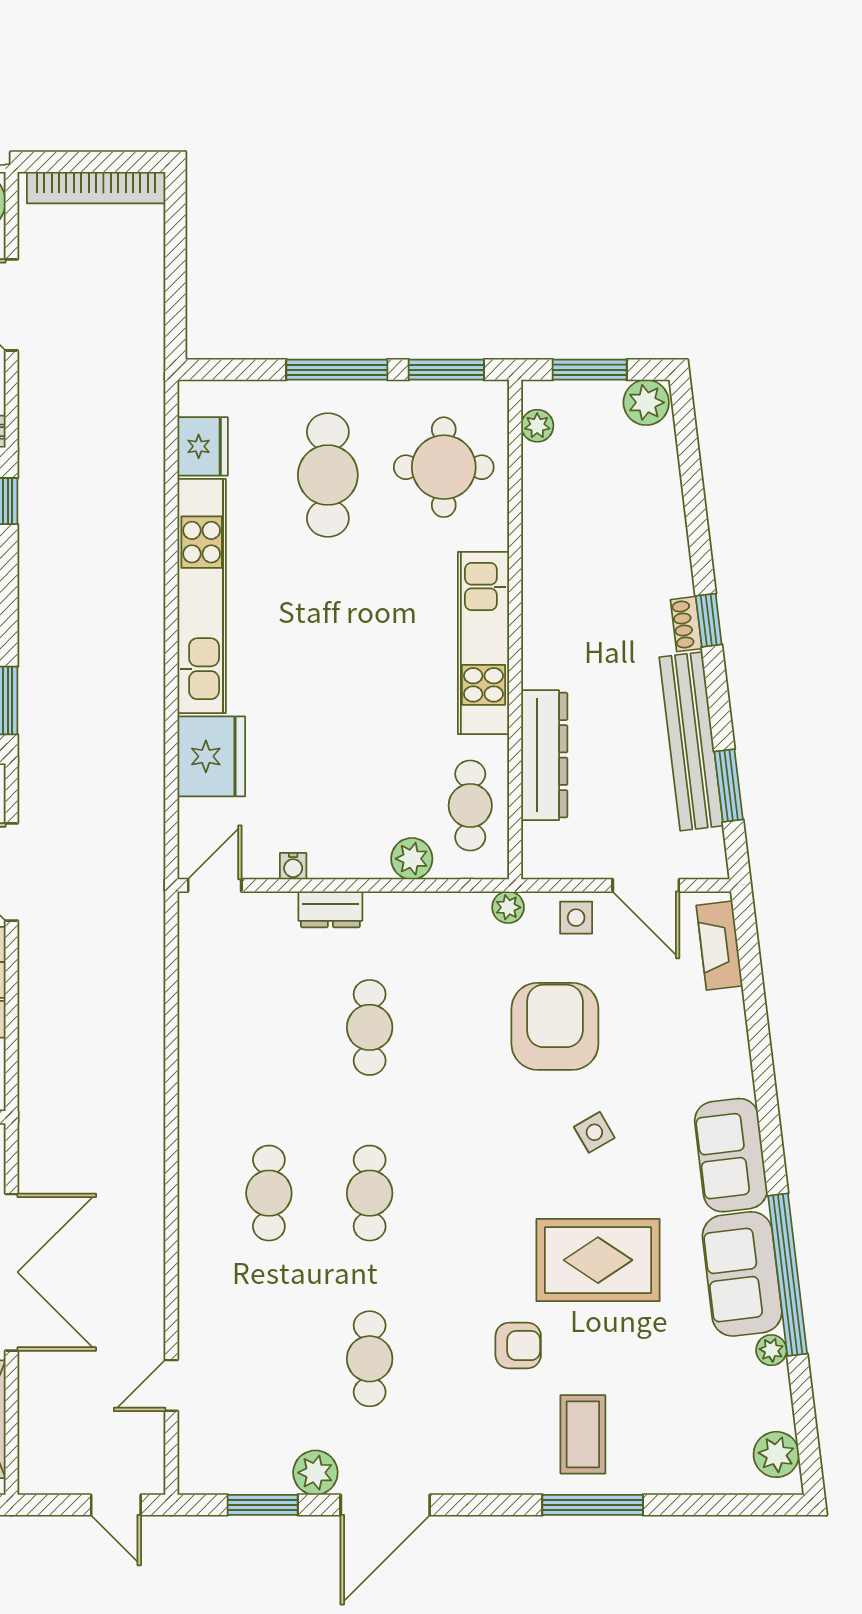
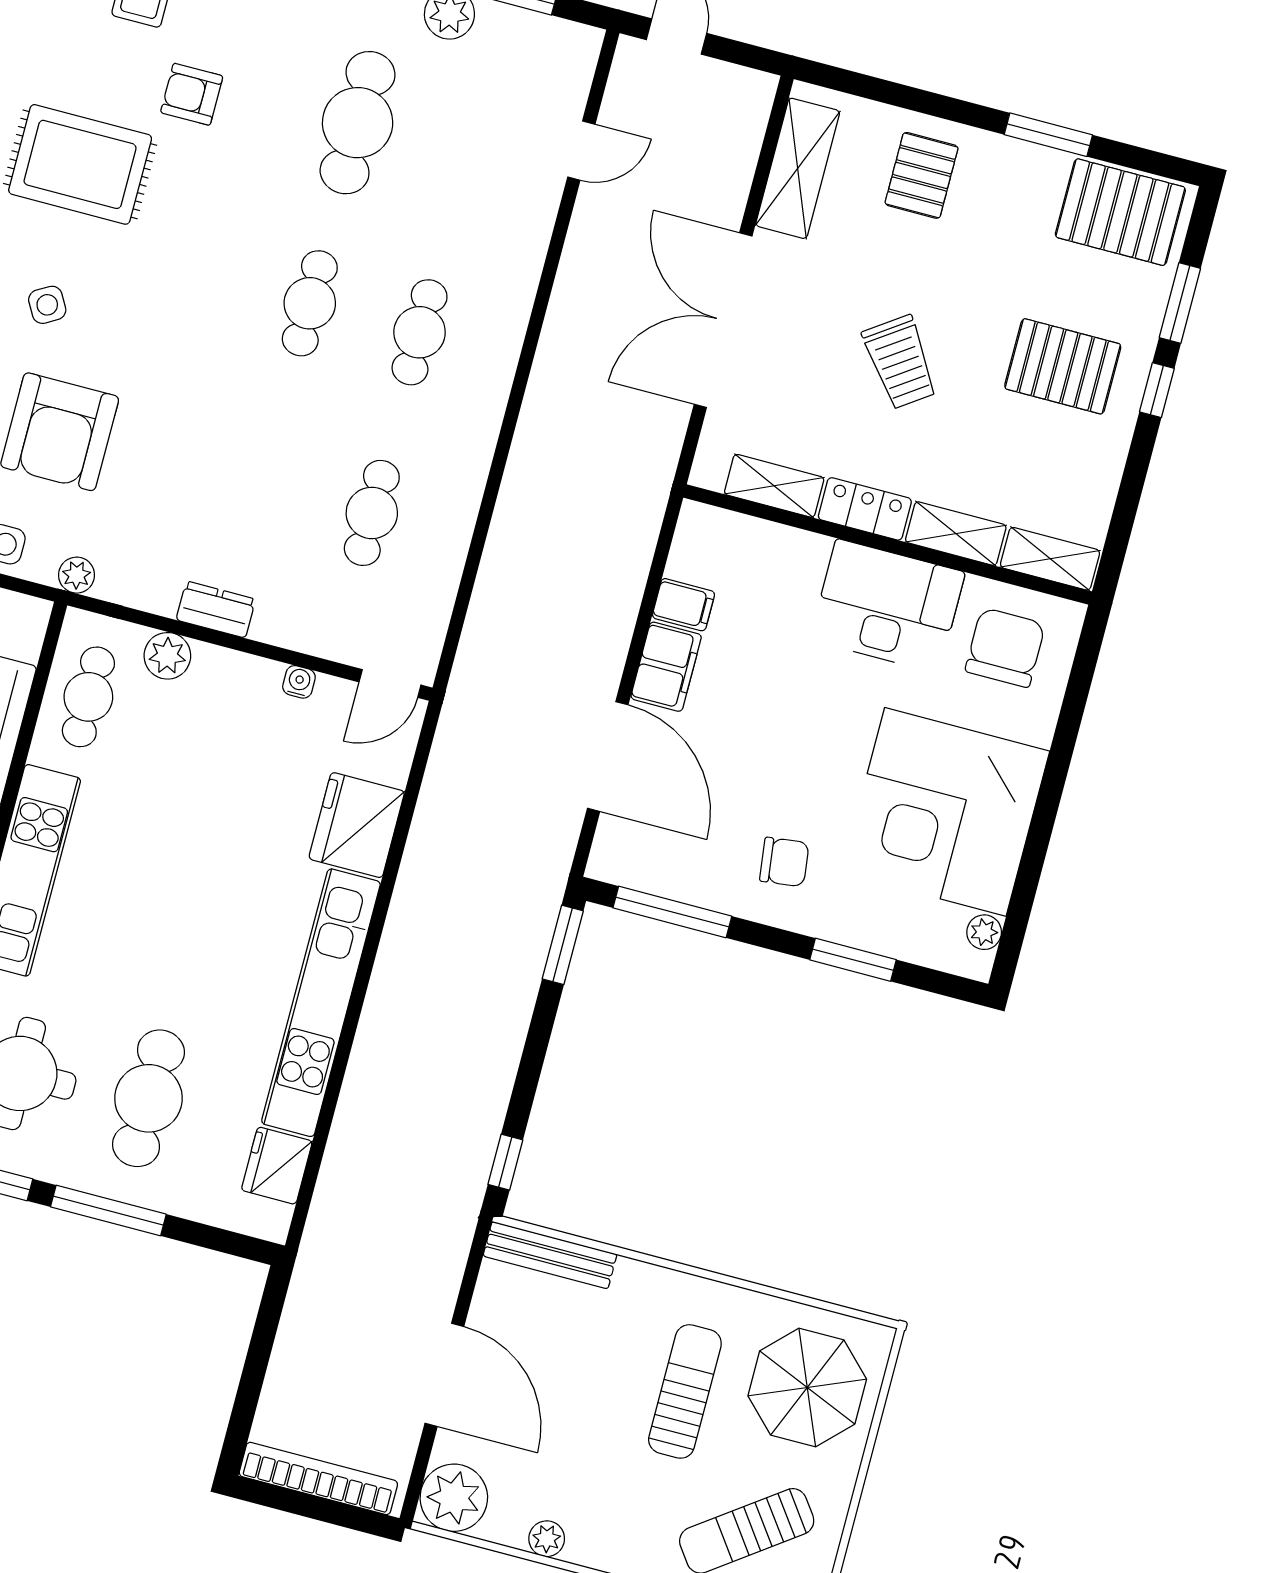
dresser: (330, 909) -> (216, 610), moved
cafe table: (370, 1027) -> (372, 513), moved
cafe table: (370, 1359) -> (358, 123), width x1.37, depth x1.35

